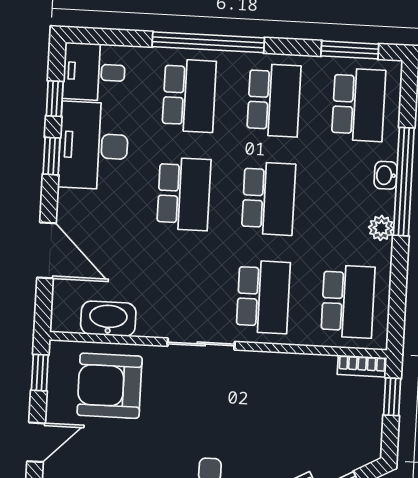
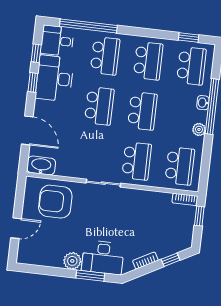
window: (208, 42) -> (88, 26), moved
window: (350, 50) -> (189, 38), width x0.67
washbasin: (108, 319) -> (41, 165), moved
window: (40, 373) -> (20, 193), removed

